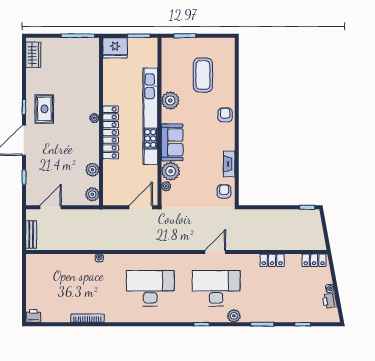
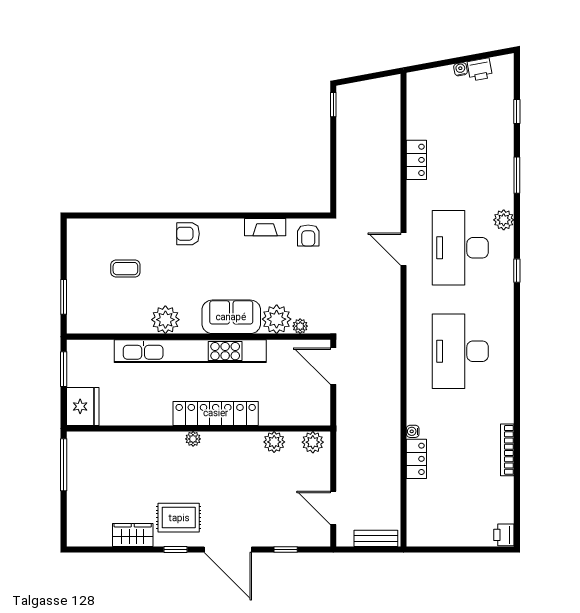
wardrobe: (33, 55) -> (133, 535), moved
coffee table: (203, 75) -> (125, 269), width x0.54, depth x0.58
armchair: (224, 191) -> (308, 235), turned -90
locker: (314, 260) -> (416, 459), moved

